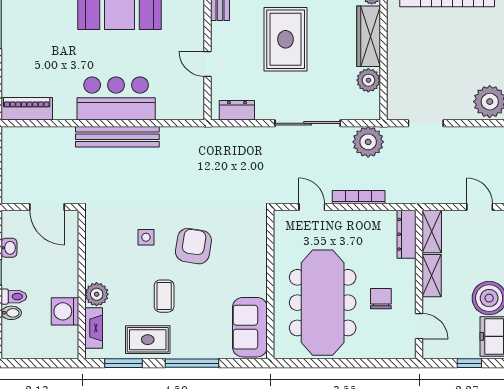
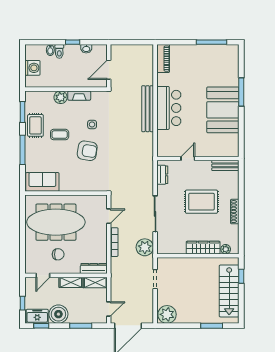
plant: (368, 80) -> (179, 247), removed
washing machine: (65, 311) -> (32, 68), moved, turned 90
fireplace: (94, 328) -> (79, 96), moved

